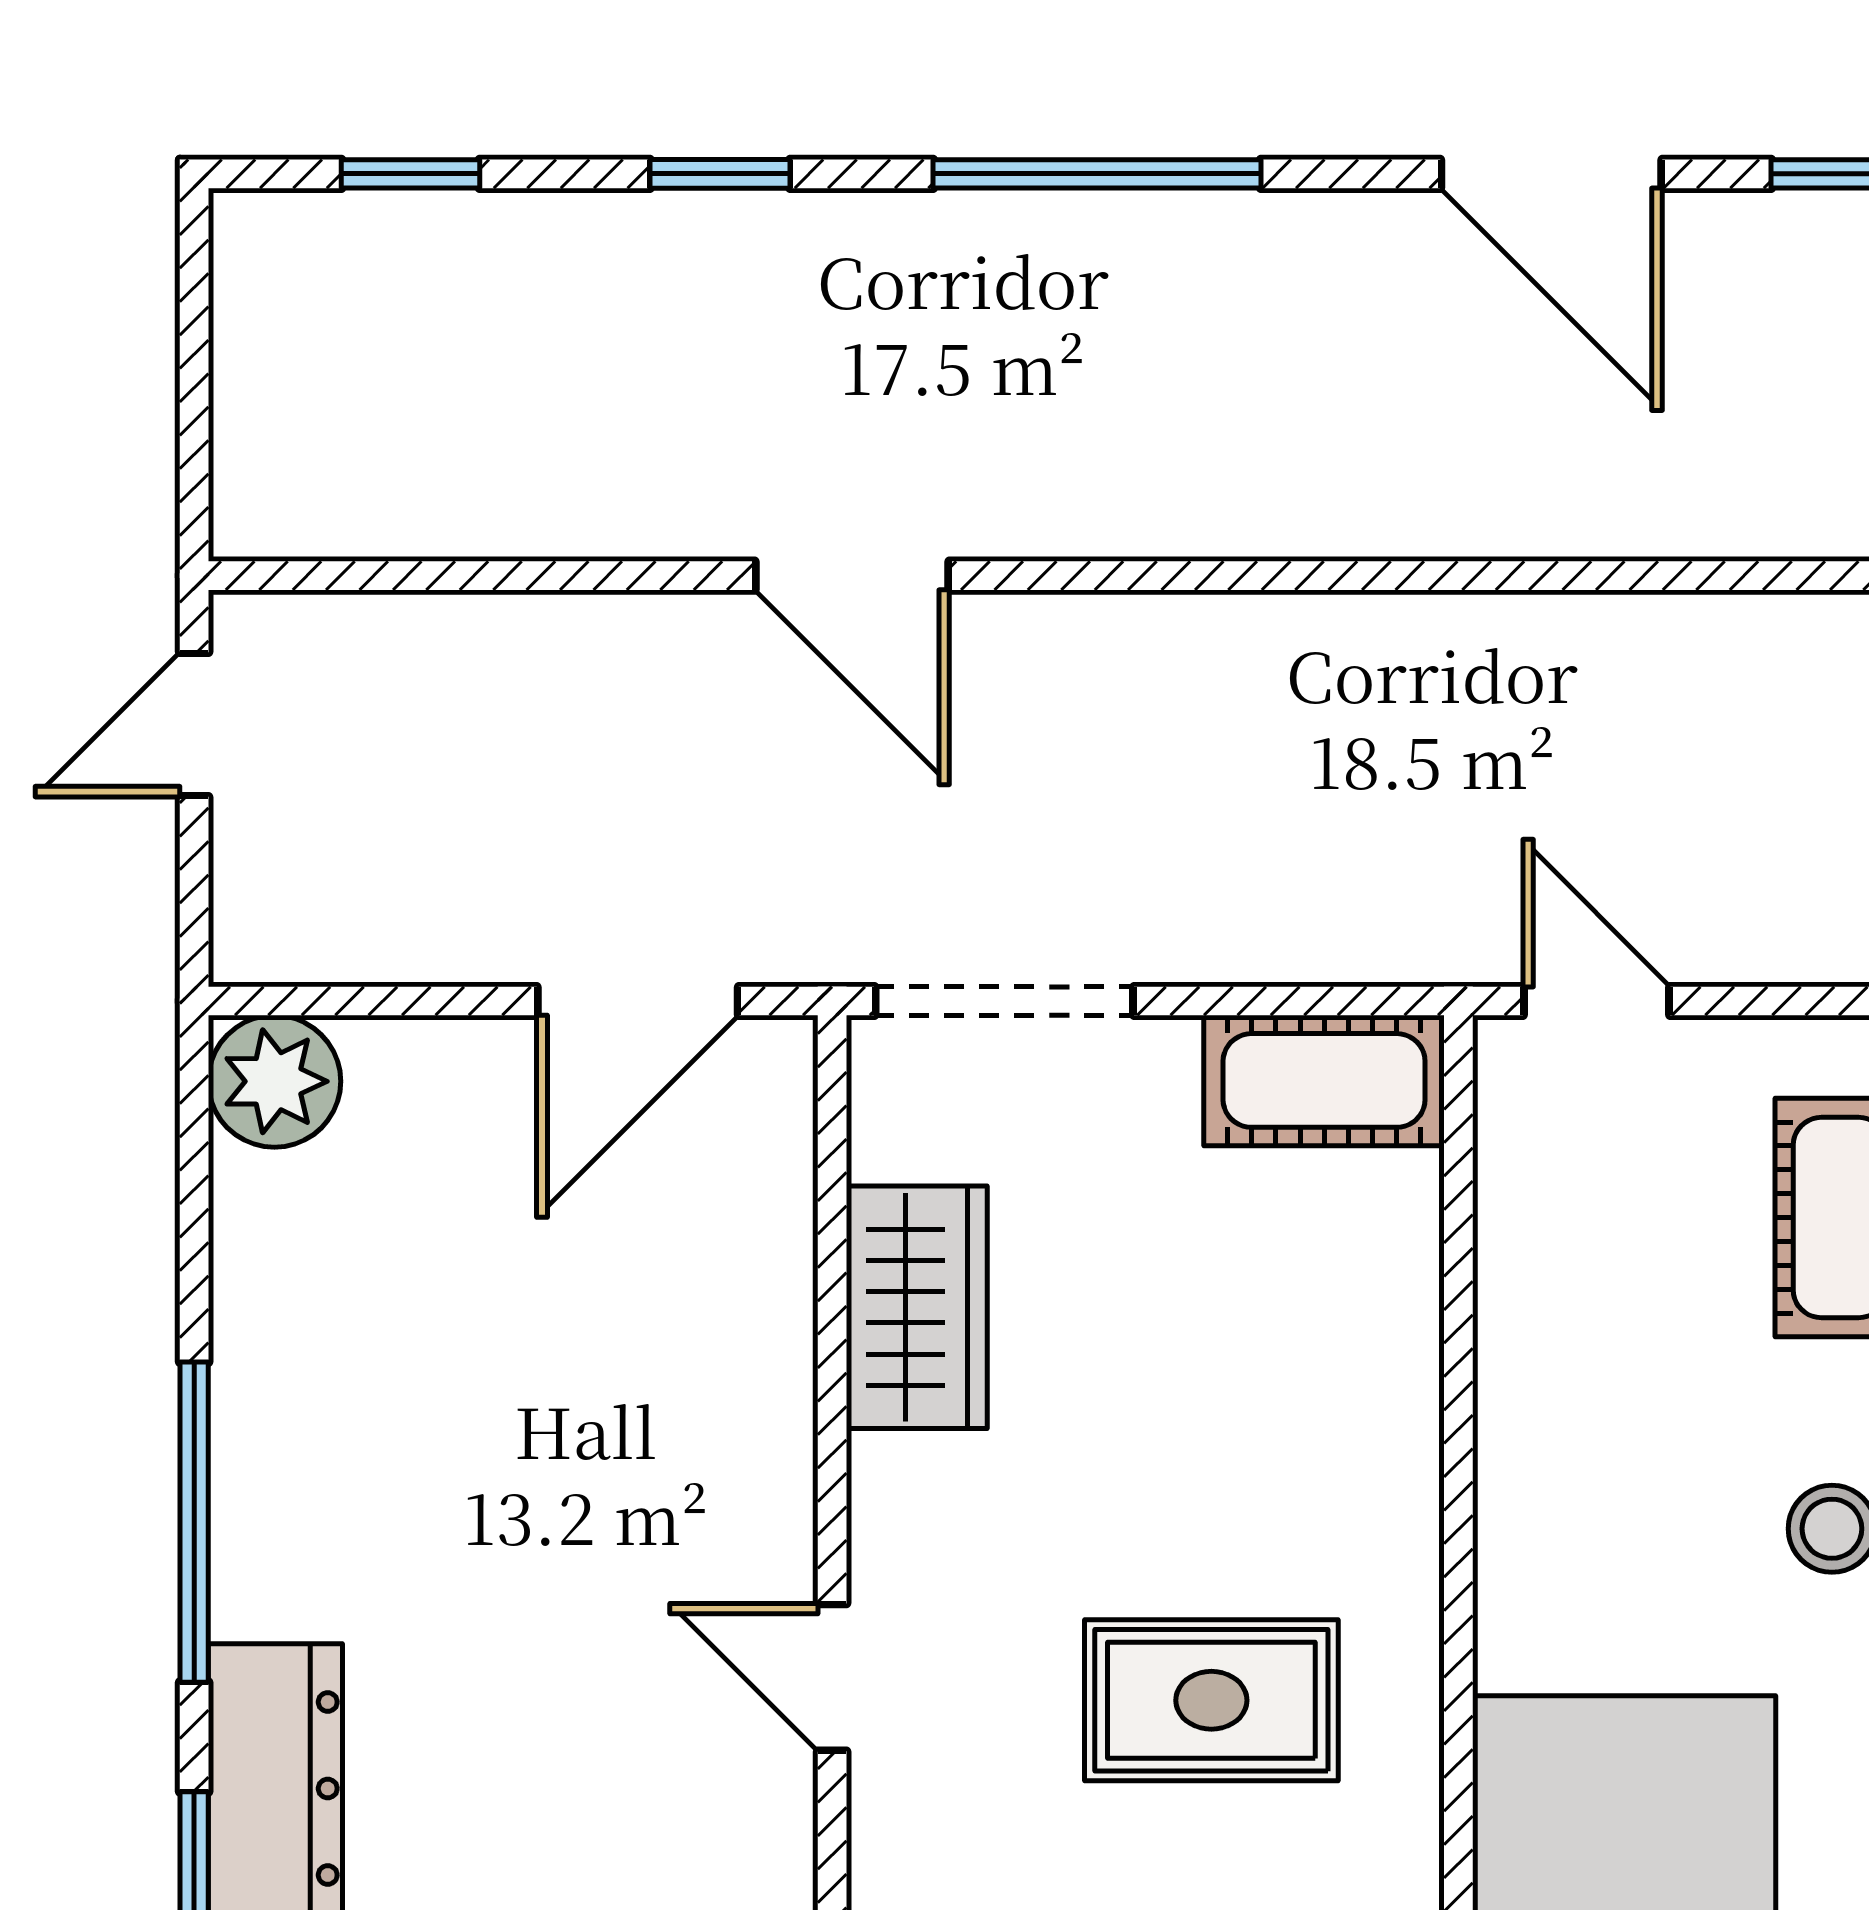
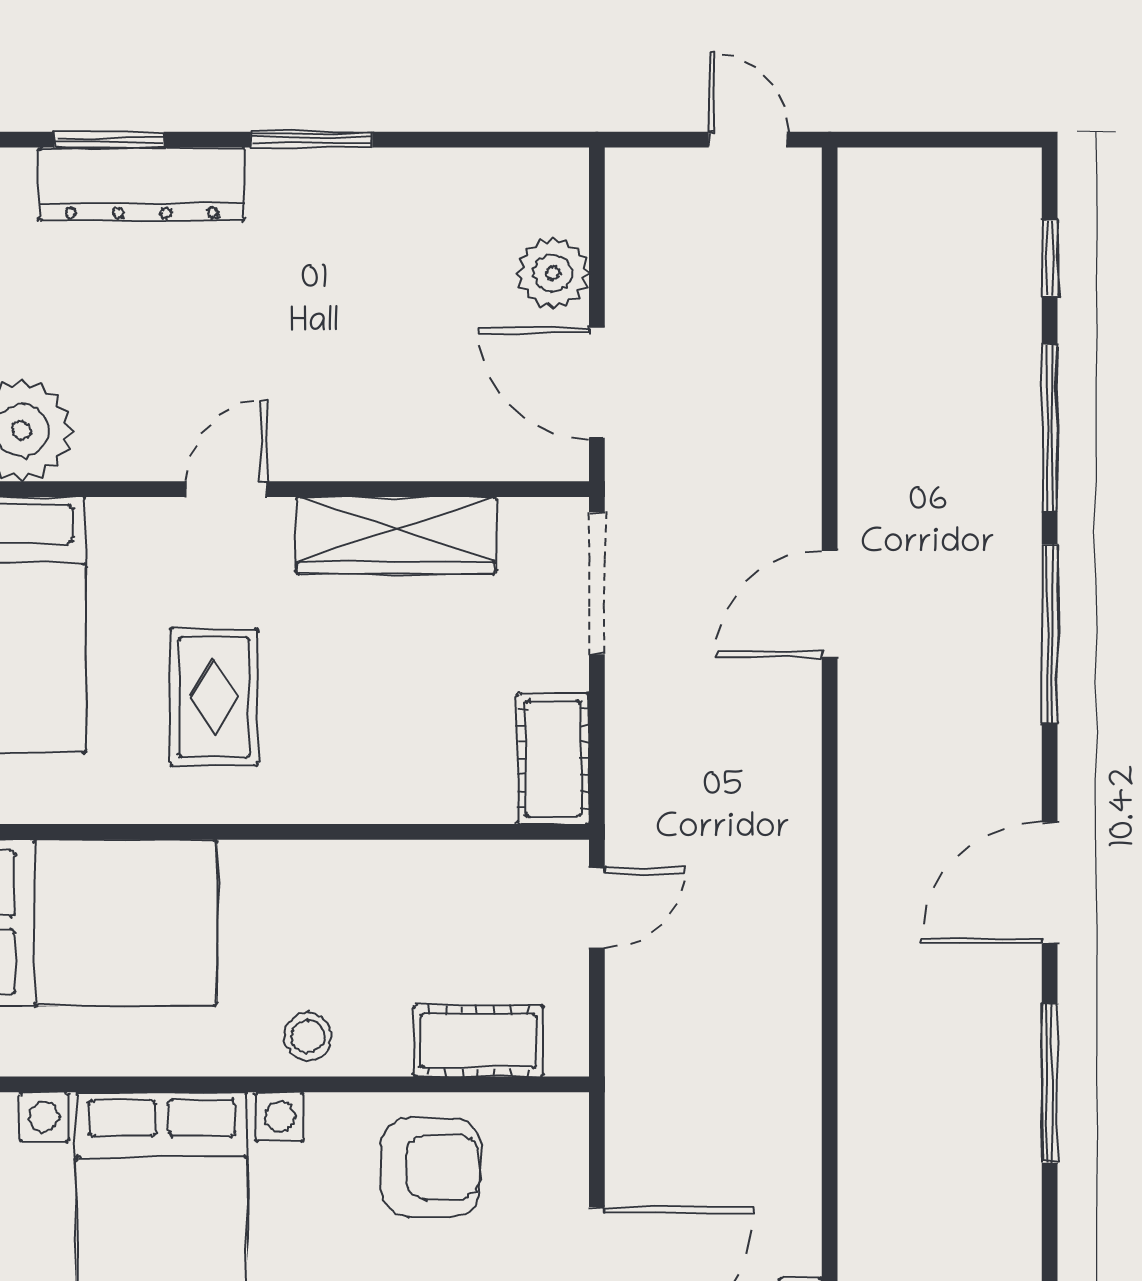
window: (720, 174) -> (1050, 428), width x2.17
door: (852, 576) -> (830, 604), moved
plant: (274, 1081) -> (553, 273), moved
wardrobe: (917, 1307) -> (396, 535), width x1.50
window: (194, 1522) -> (311, 140), width x0.69

